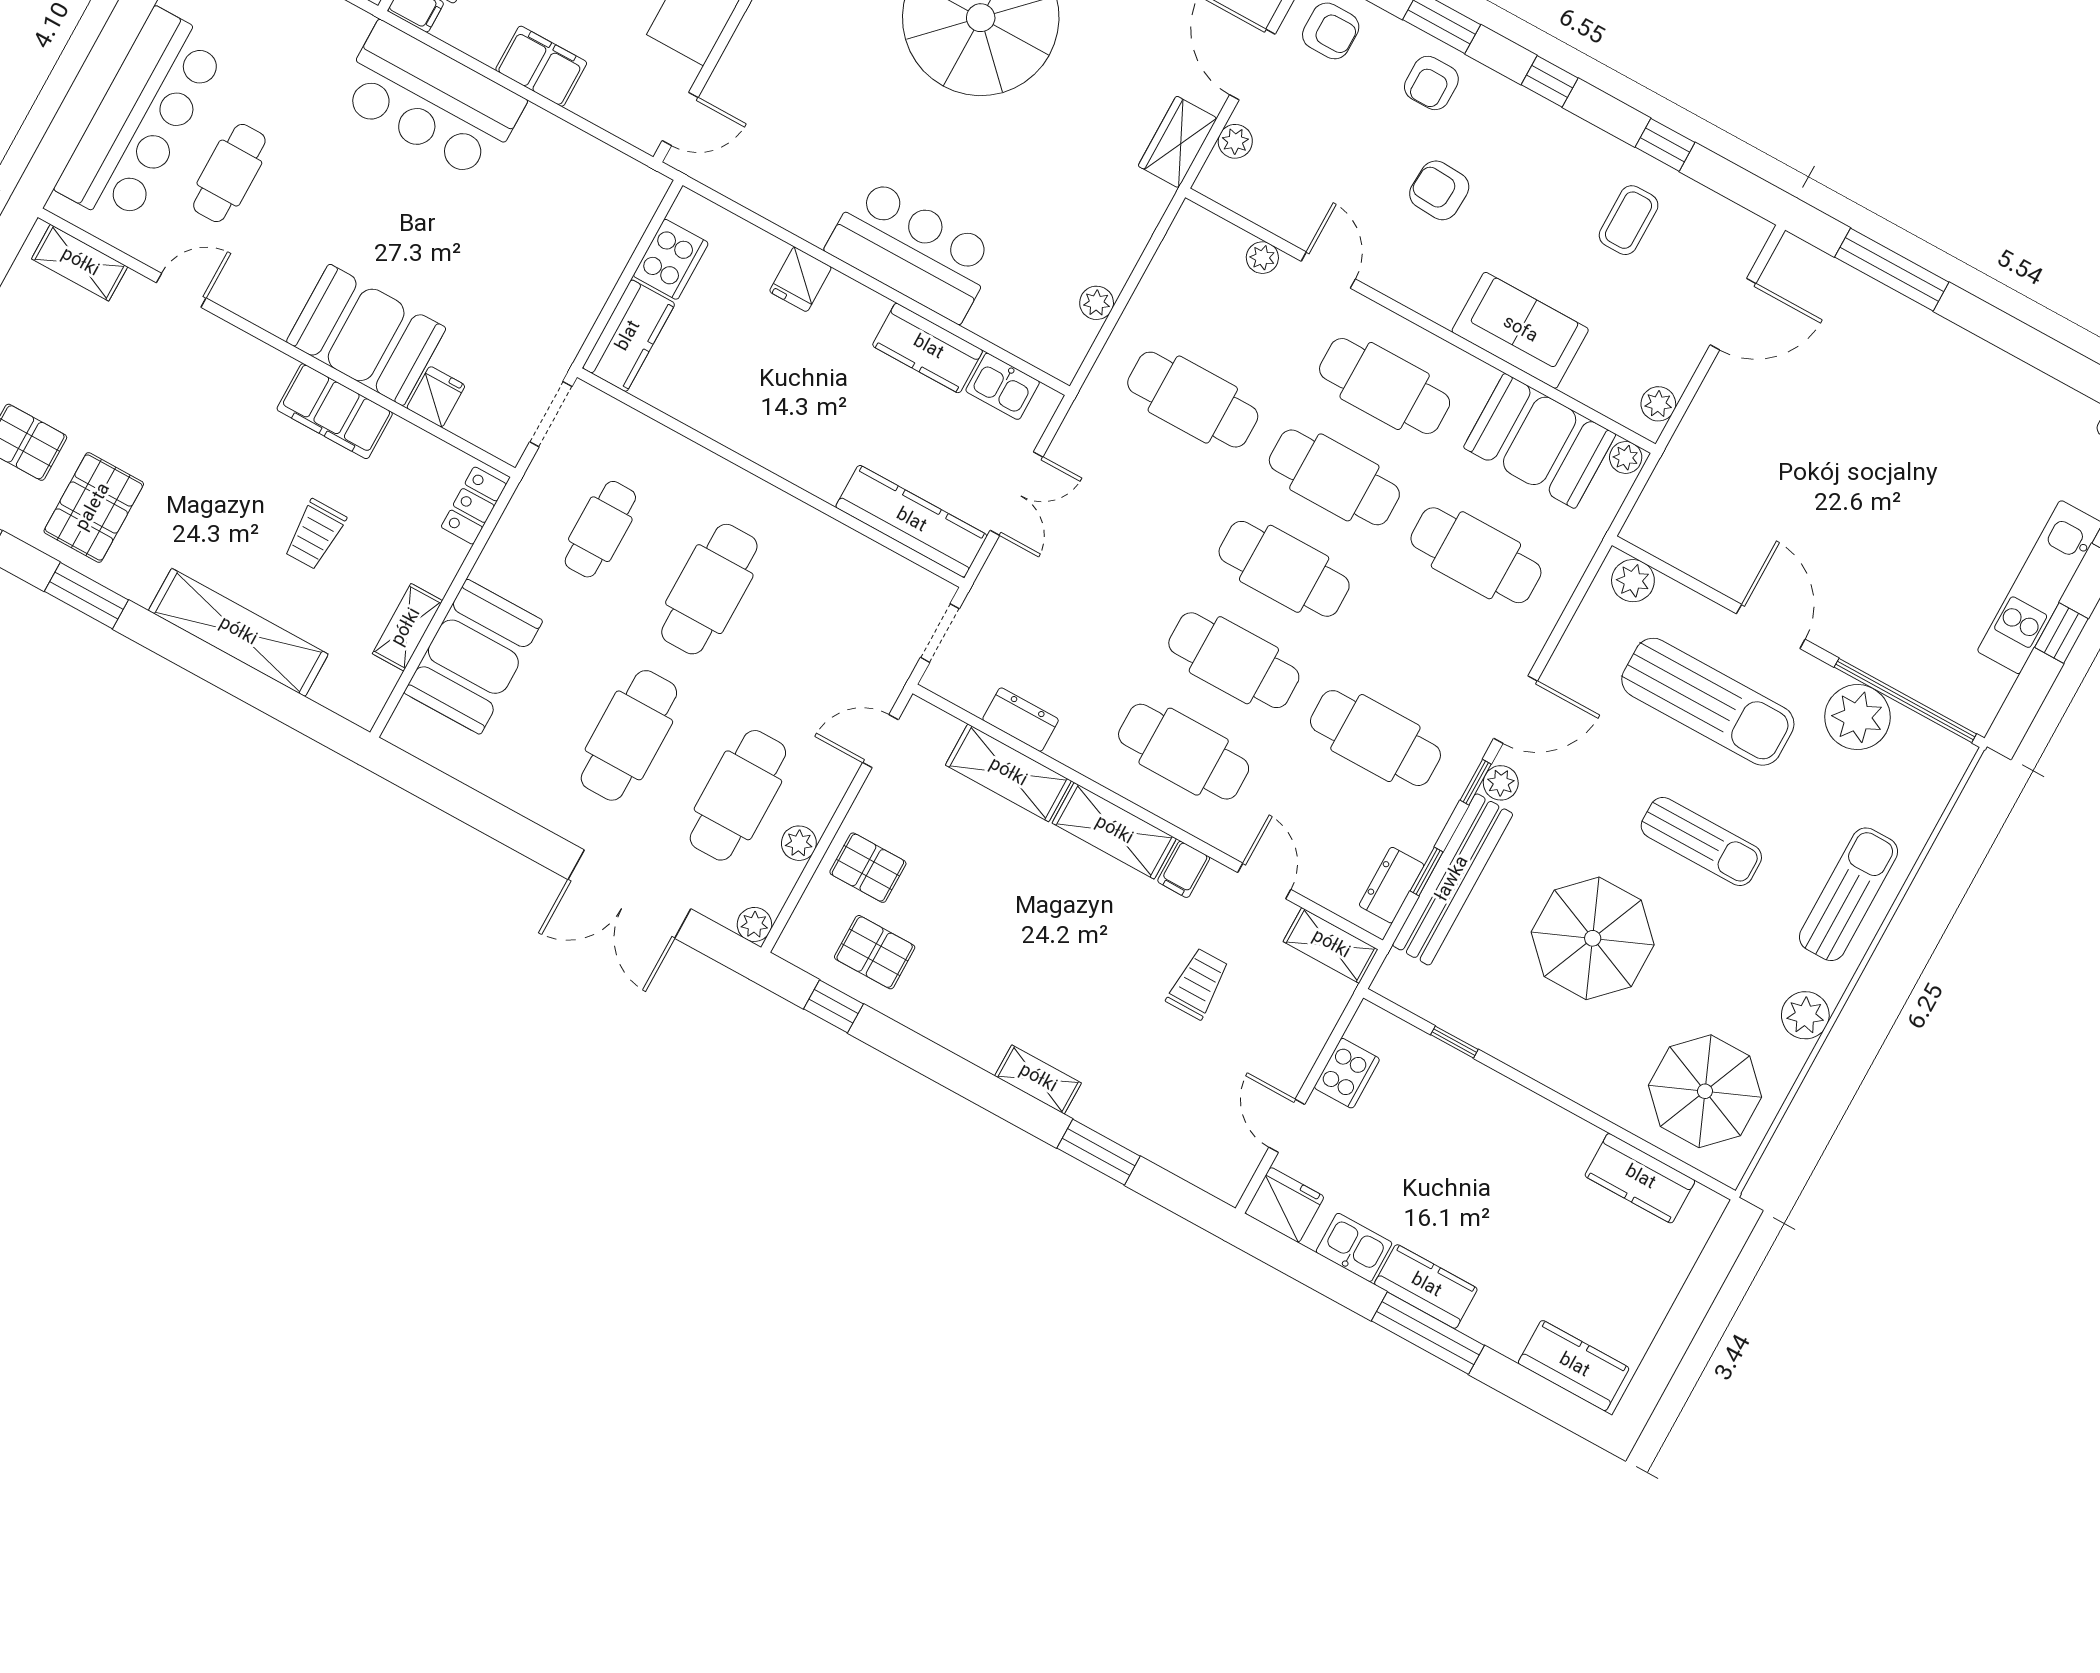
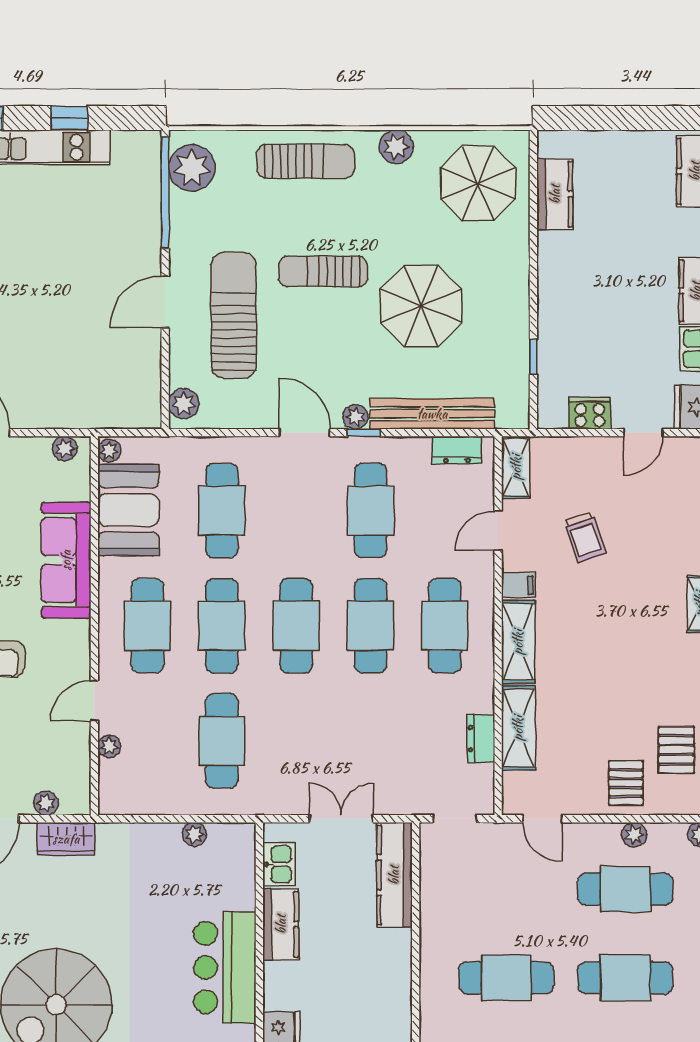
sofa: (1520, 330) -> (66, 560), width x1.36
plant: (1857, 717) -> (192, 168), moved
sun lounger: (1701, 841) -> (323, 271), turned -90
window: (1427, 871) -> (436, 433), removed
sun lounger: (1848, 894) -> (306, 161), turned 180
trolley: (1198, 984) -> (585, 537), turned -109

